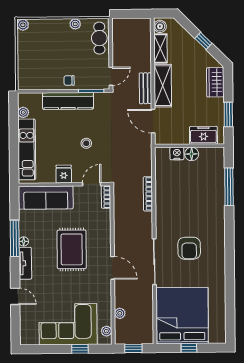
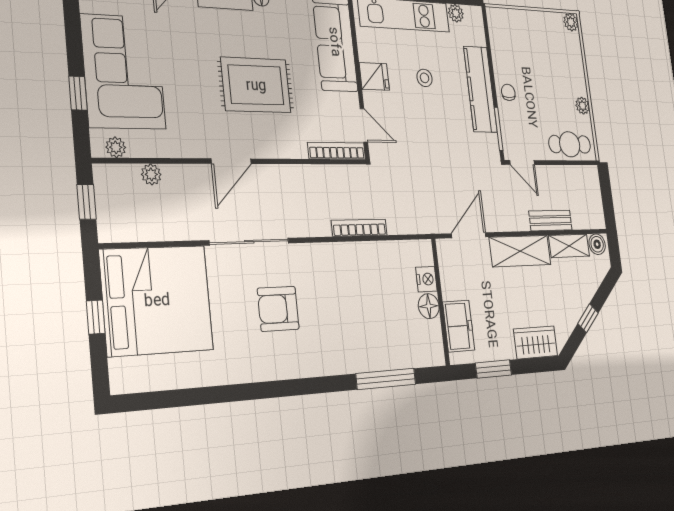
bench: (145, 88) -> (550, 220), moved
stool: (86, 143) -> (425, 78), moved
bookcase: (106, 197) -> (337, 151), width x1.56

